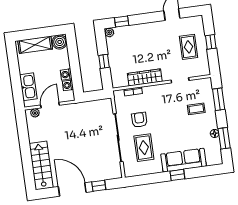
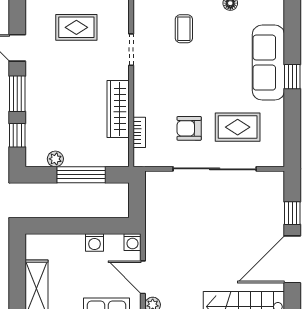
window: (146, 18) -> (17, 94), added
plant: (109, 32) -> (55, 159), moved
boiler: (60, 42) -> (37, 246), removed
window: (104, 61) -> (81, 175), width x2.17
washing machine: (68, 85) -> (133, 242), moved

